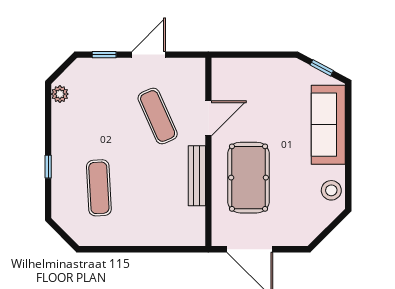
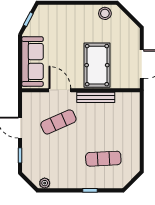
sofa: (328, 125) -> (32, 61), moved, turned -90
pool table: (249, 178) -> (97, 65), turned 90

